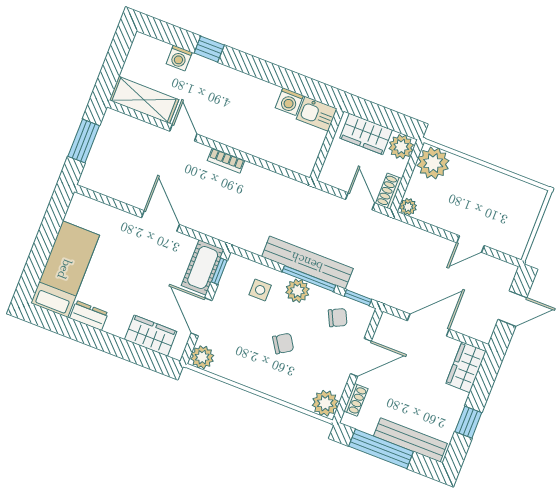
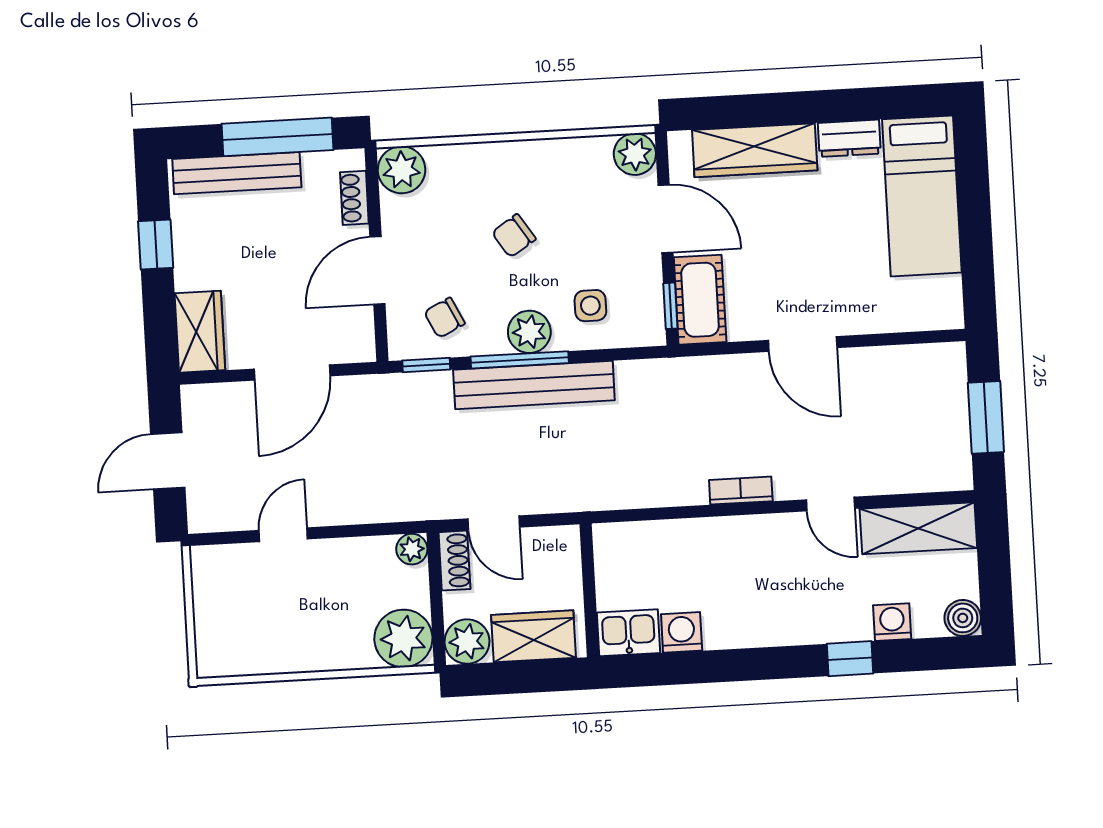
boiler: (142, 44) -> (963, 618), added
wardrobe: (151, 336) -> (755, 150), width x1.50

